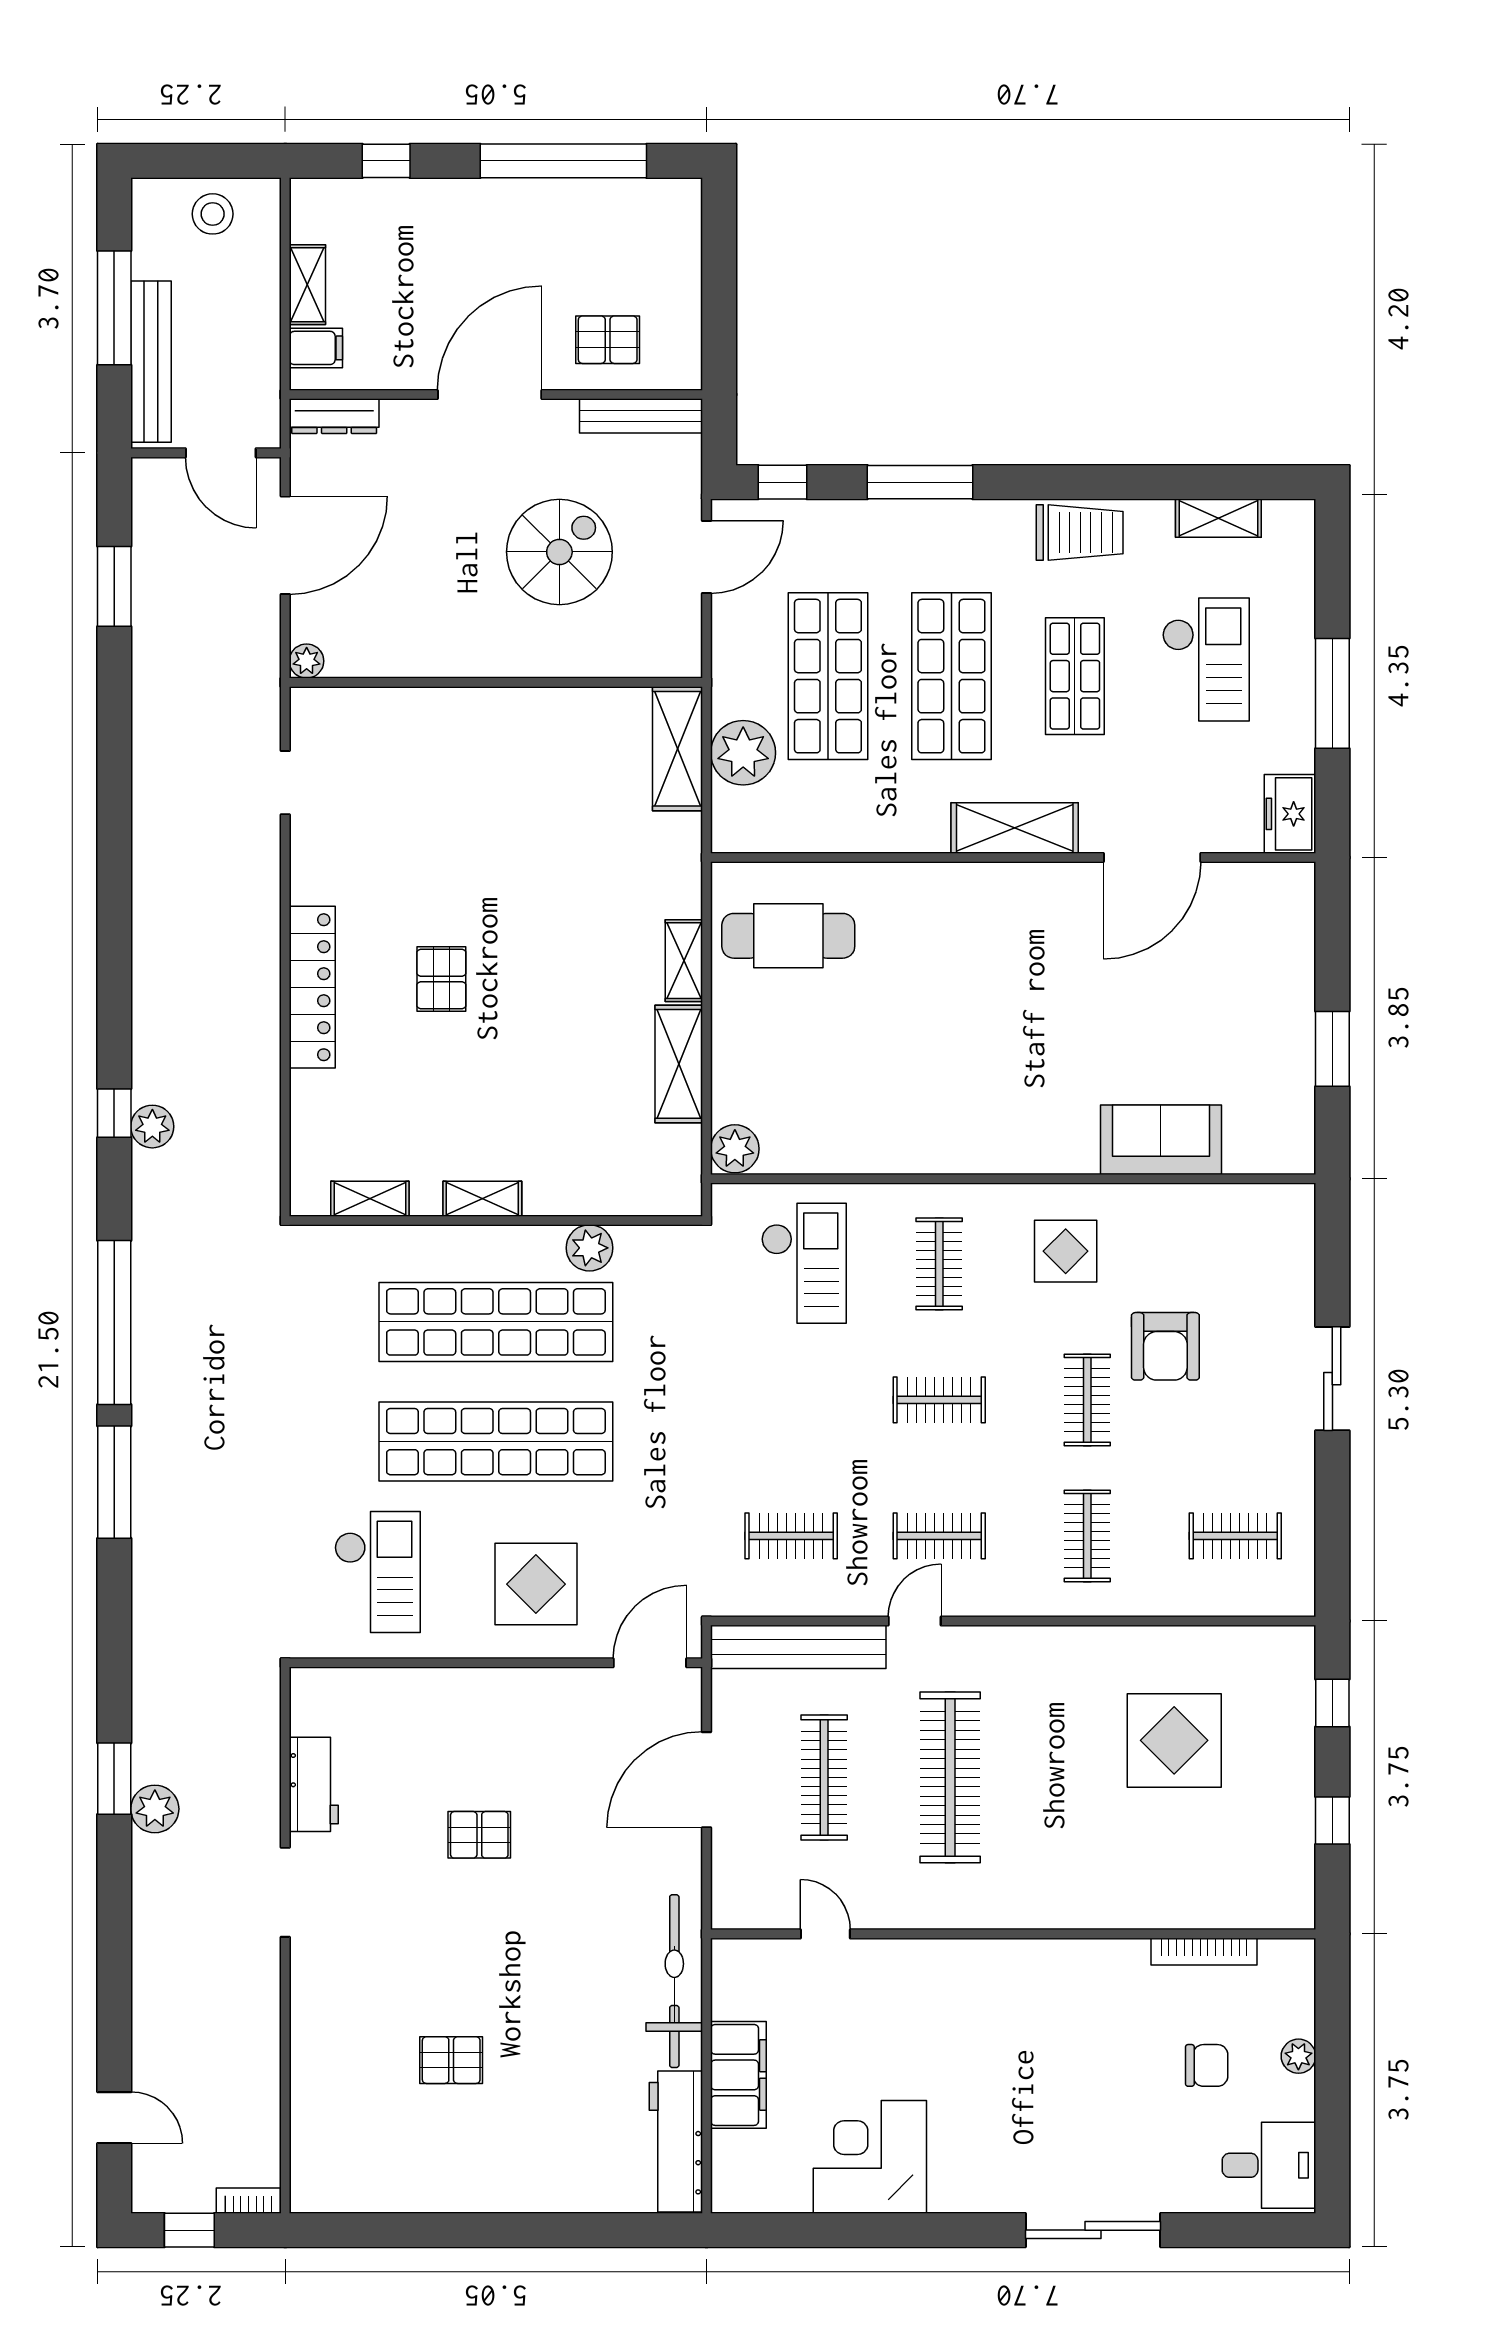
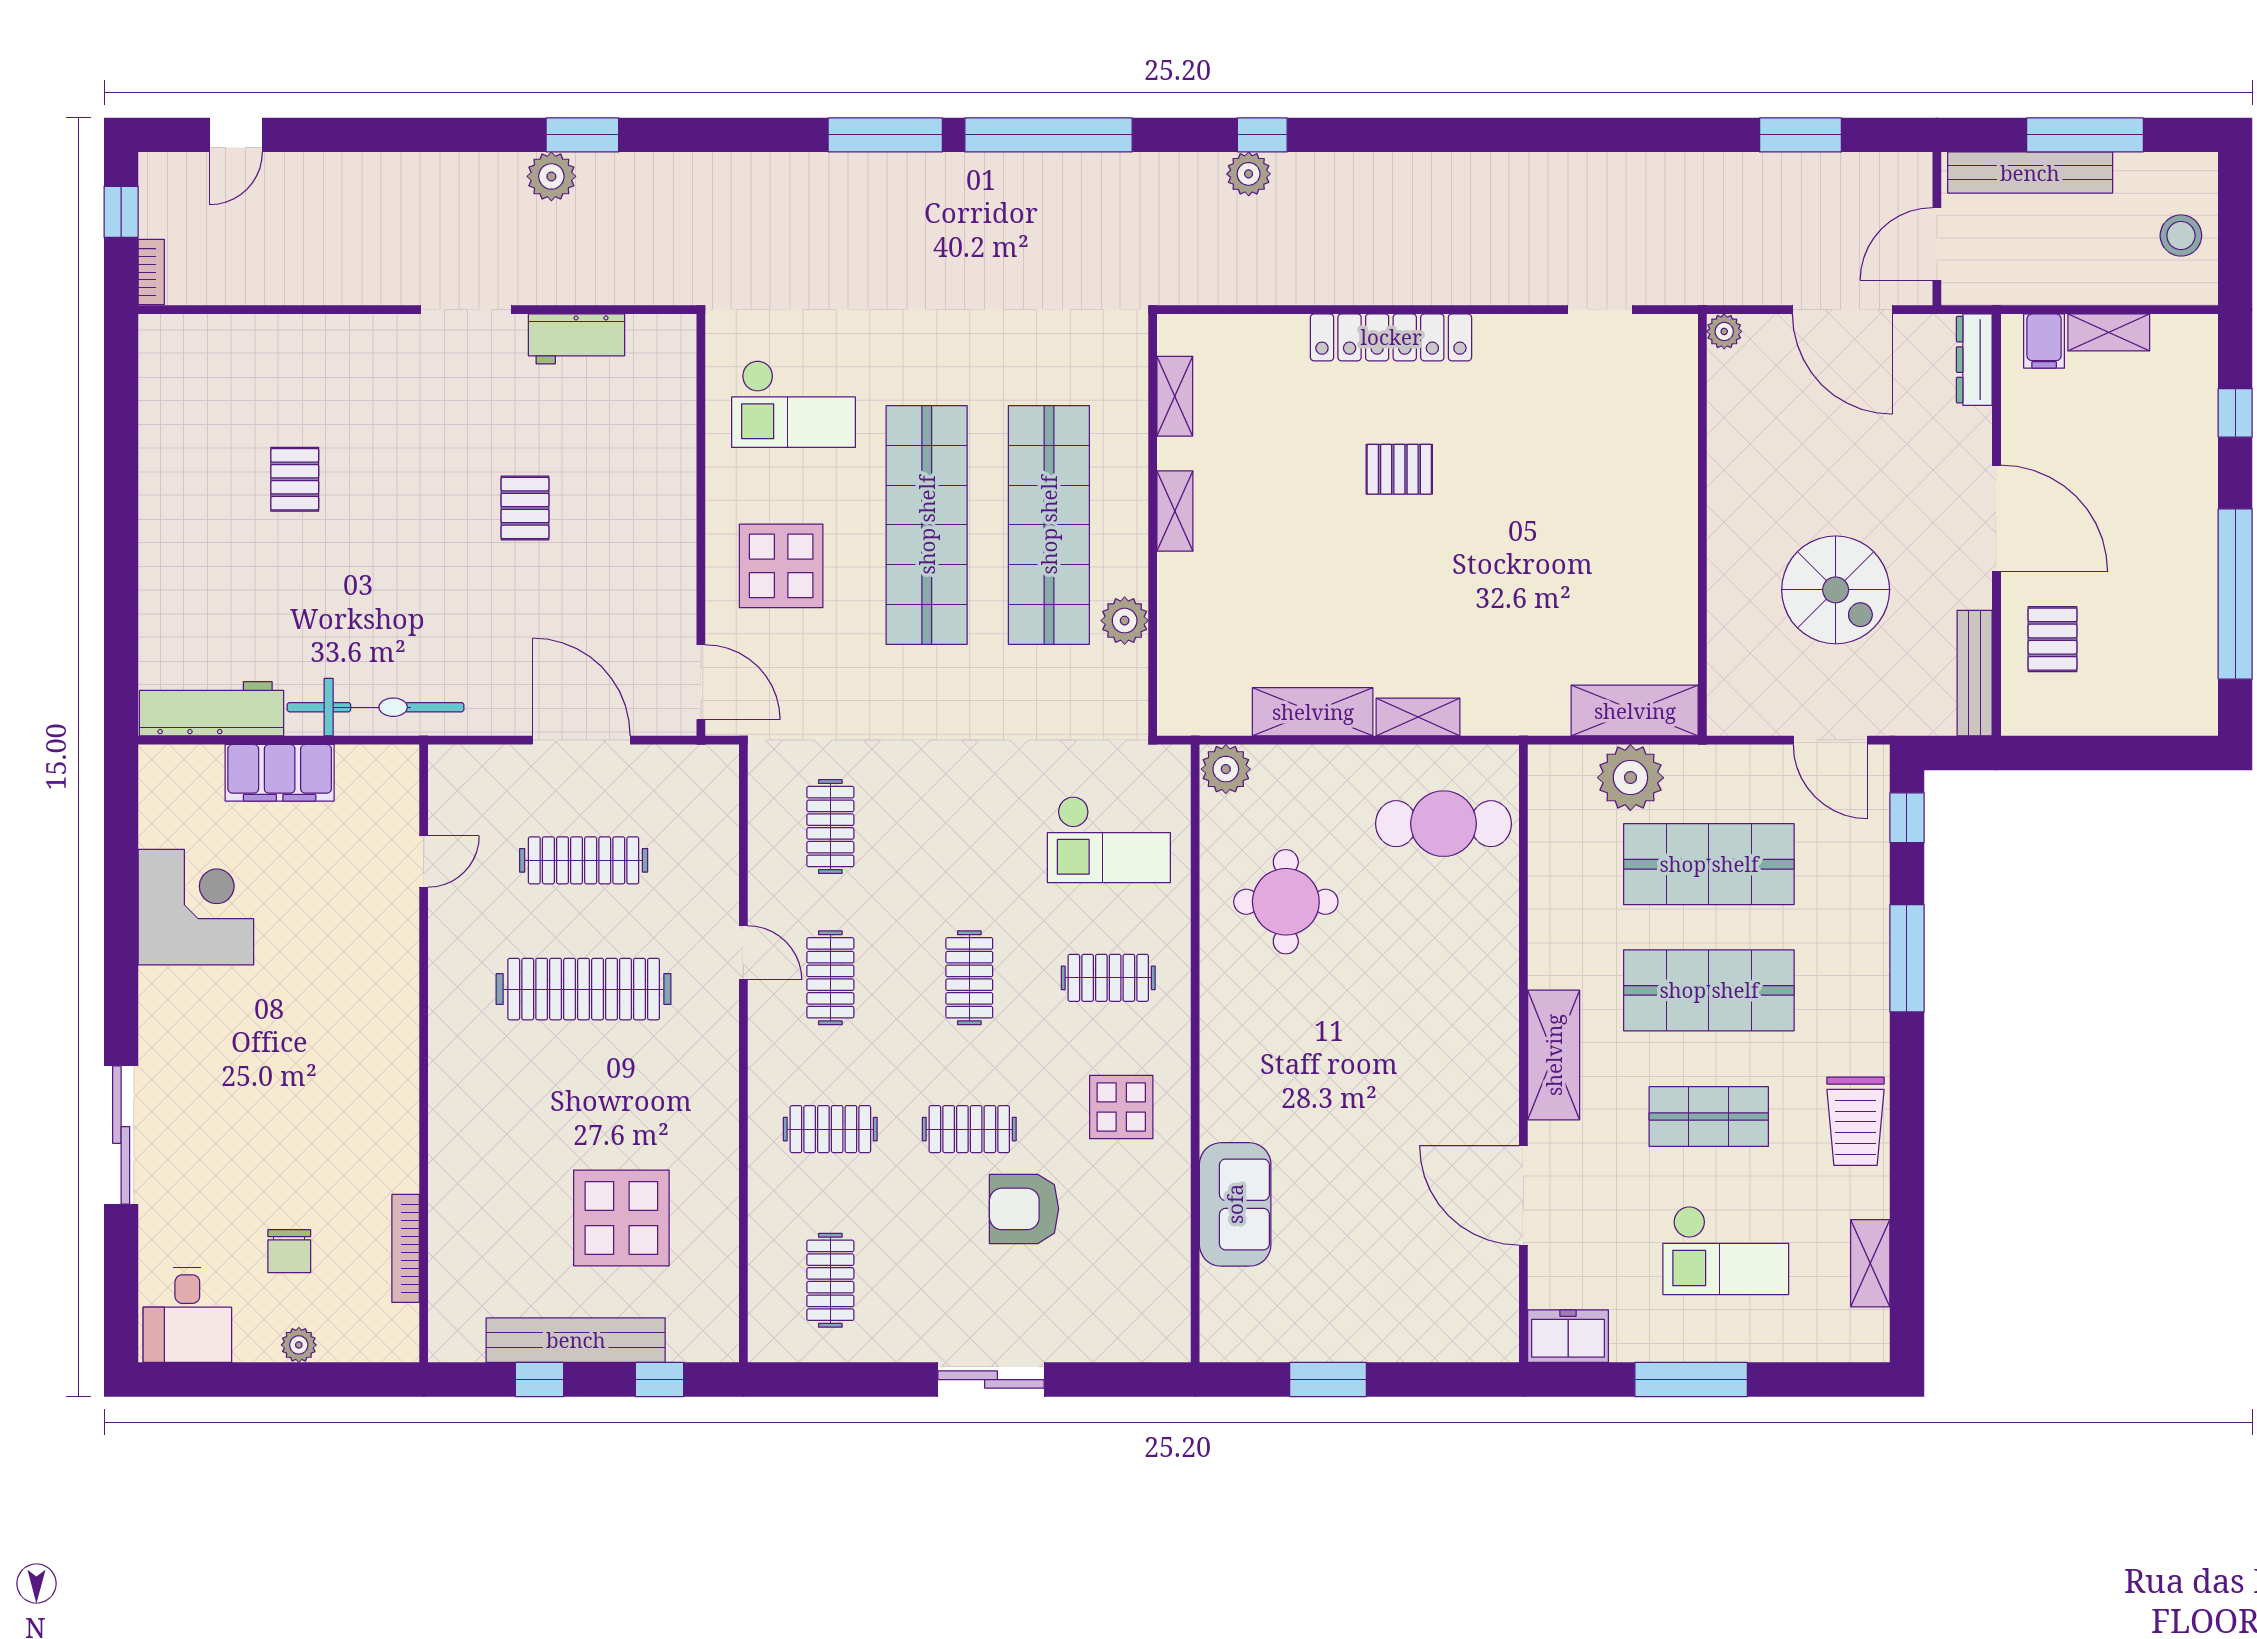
cafe table: (788, 936) -> (1443, 824), turned 90
round table: (865, 1090) -> (1286, 902), added
bench: (798, 1647) -> (576, 1340), moved, turned 90

